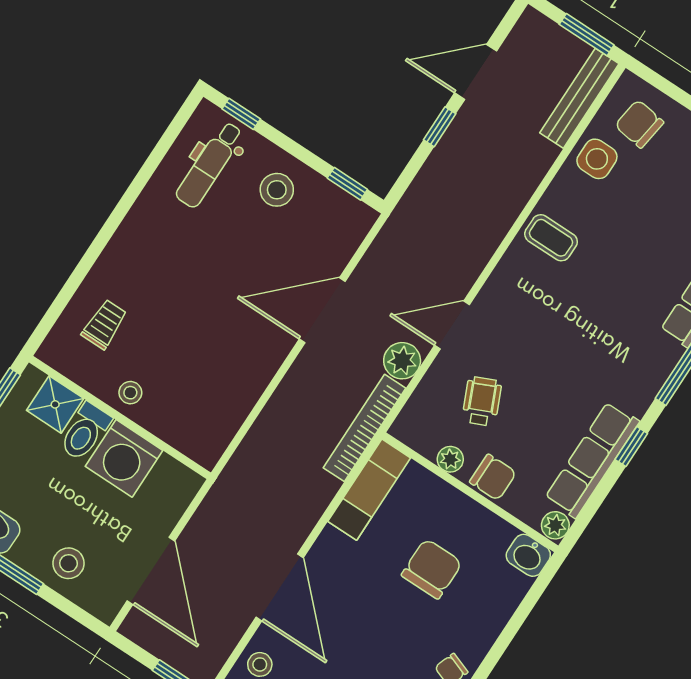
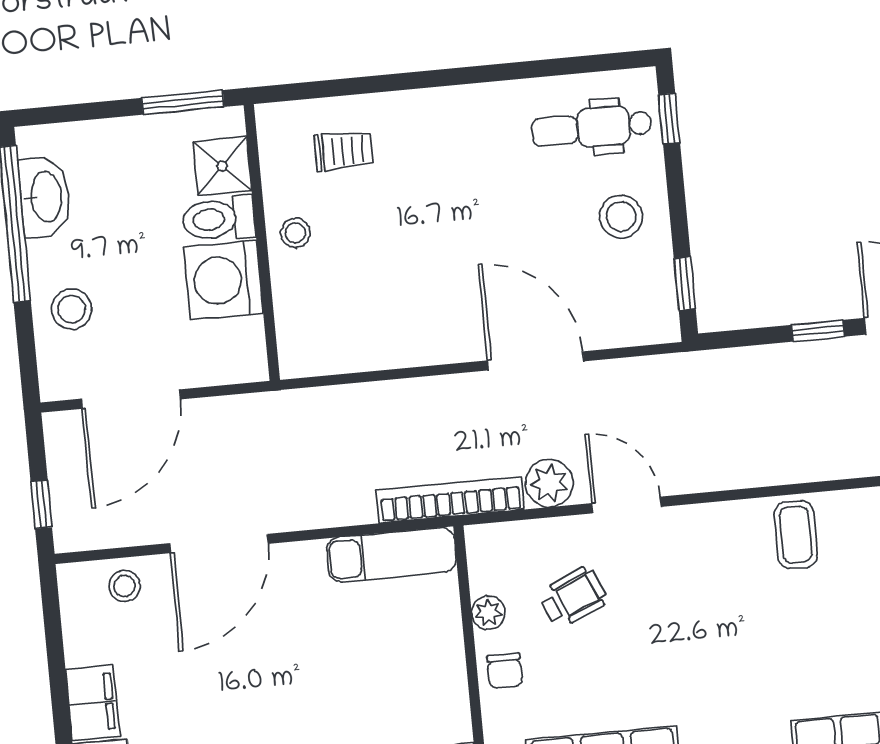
chair: (493, 477) -> (505, 671), width x0.73, depth x0.73
chair: (432, 569) -> (362, 683), removed

